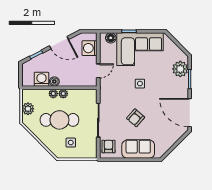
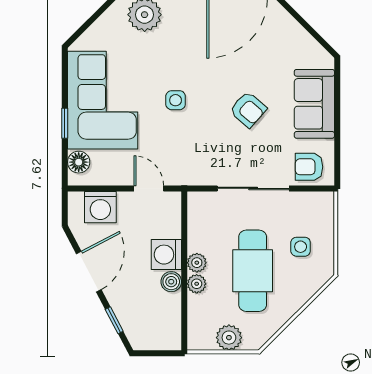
washing machine: (41, 79) -> (166, 255), moved

